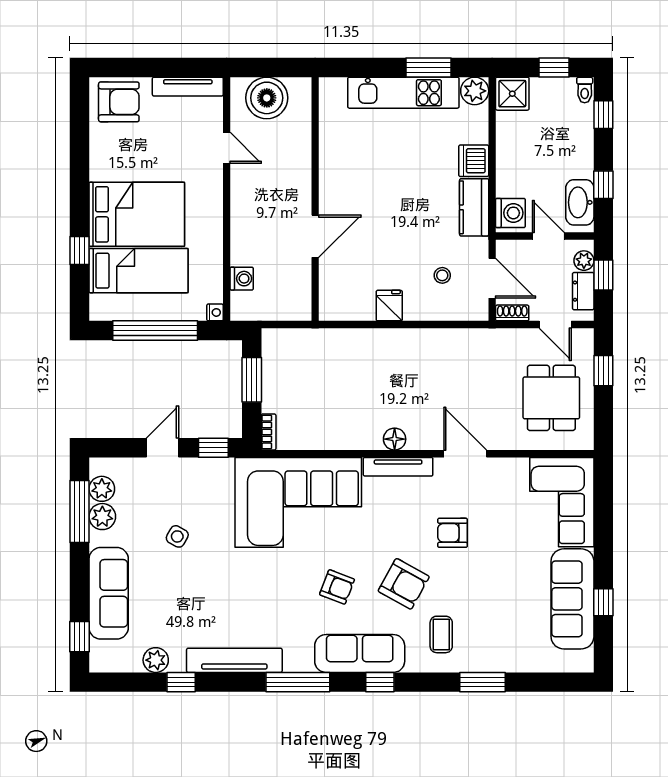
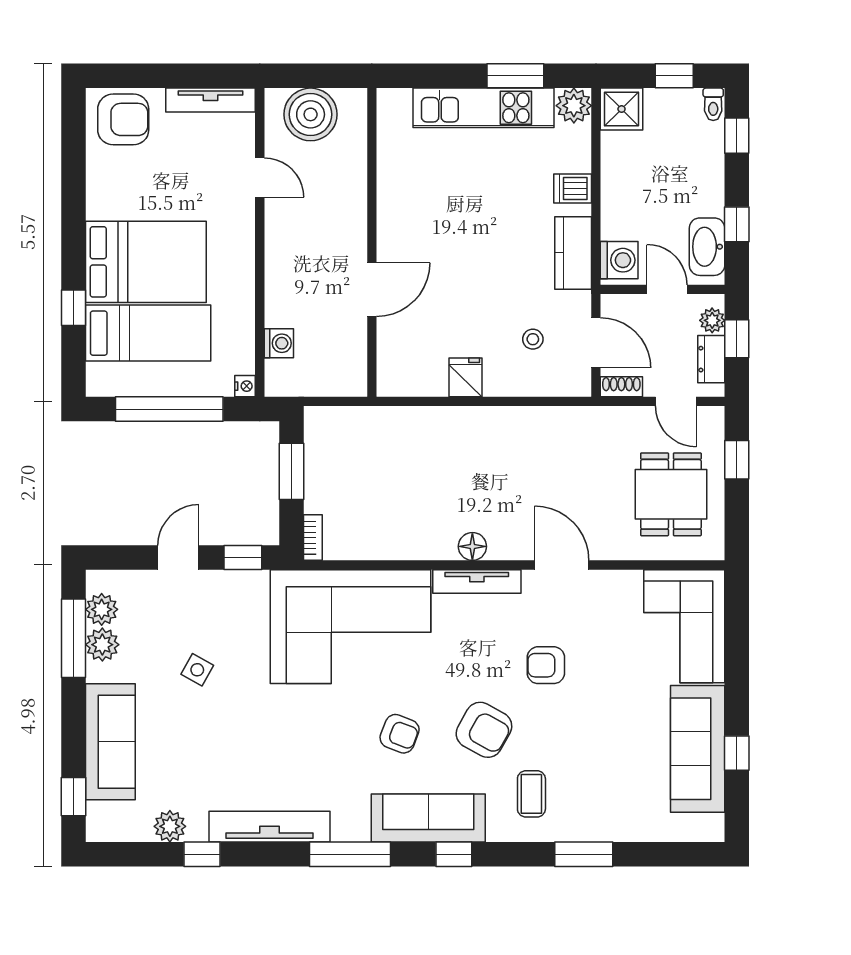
dishwasher: (474, 161) -> (573, 188), width x0.73

